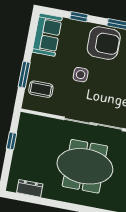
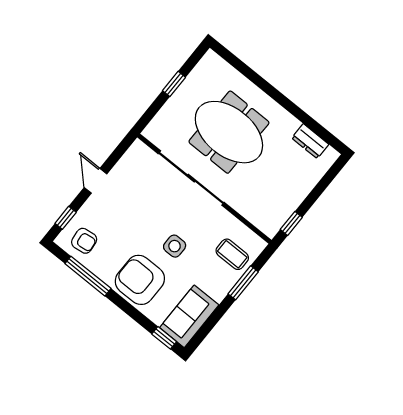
window: (79, 17) -> (164, 338), moved
armchair: (104, 43) -> (140, 280), moved
window: (11, 141) -> (291, 223), moved

